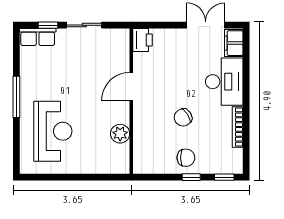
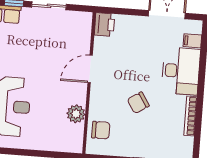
filing cabinet: (234, 43) -> (192, 41), width x0.50
chair: (186, 158) -> (101, 130), moved

